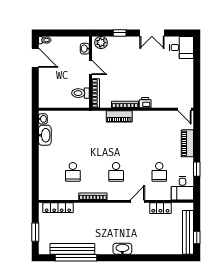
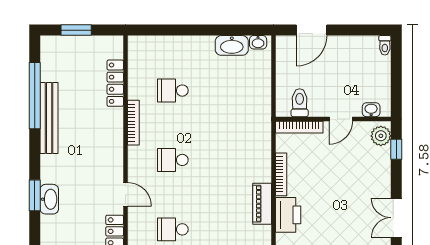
window: (120, 33) -> (396, 149), moved
door: (35, 58) -> (311, 30), moved
printer: (145, 103) -> (288, 215), width x1.87, depth x1.48
piano: (119, 116) -> (262, 204), moved
locker: (58, 208) -> (115, 83), moved
bench: (72, 249) -> (49, 118), moved
washbasin: (122, 249) -> (49, 199), moved
window: (138, 258) -> (35, 195), added

